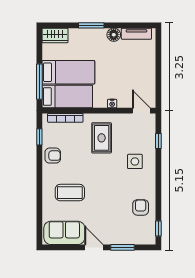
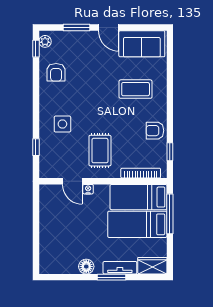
tv unit: (136, 34) -> (120, 268), moved
door: (141, 111) -> (72, 181), moved
plant: (150, 235) -> (45, 41), added

